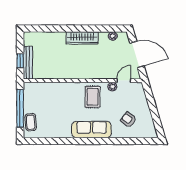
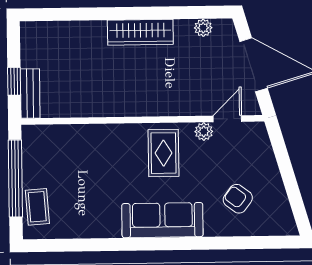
bench: (28, 63) -> (30, 94), width x0.73

